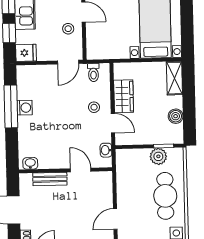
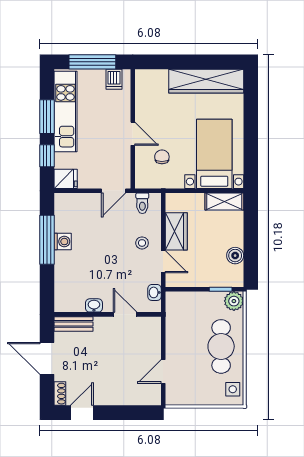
stool: (68, 29) -> (115, 152), removed
chair: (110, 32) -> (162, 157), added
shelving: (174, 78) -> (224, 201), moved, turned 90
plant: (158, 156) -> (234, 301), moved
washbasin: (30, 163) -> (94, 305), moved
bench: (50, 179) -> (74, 324), moved

